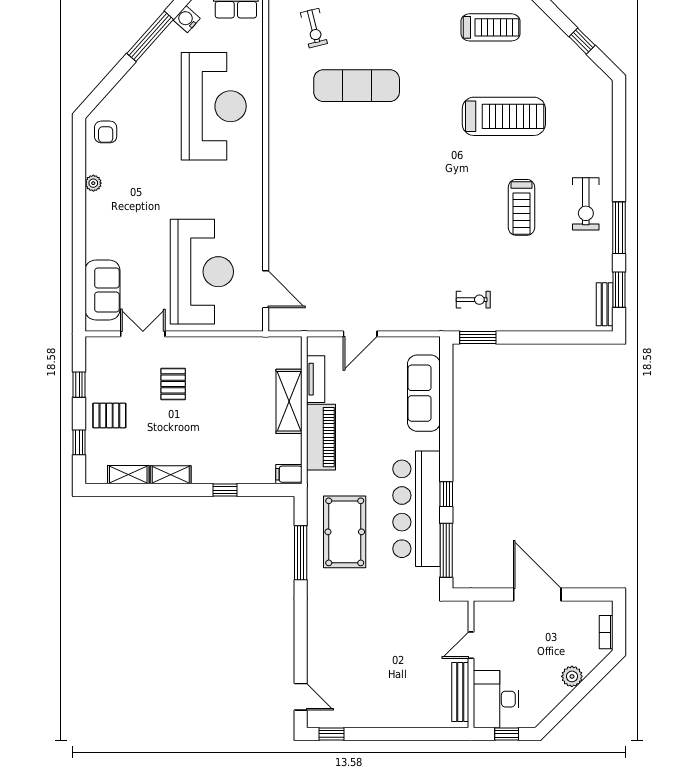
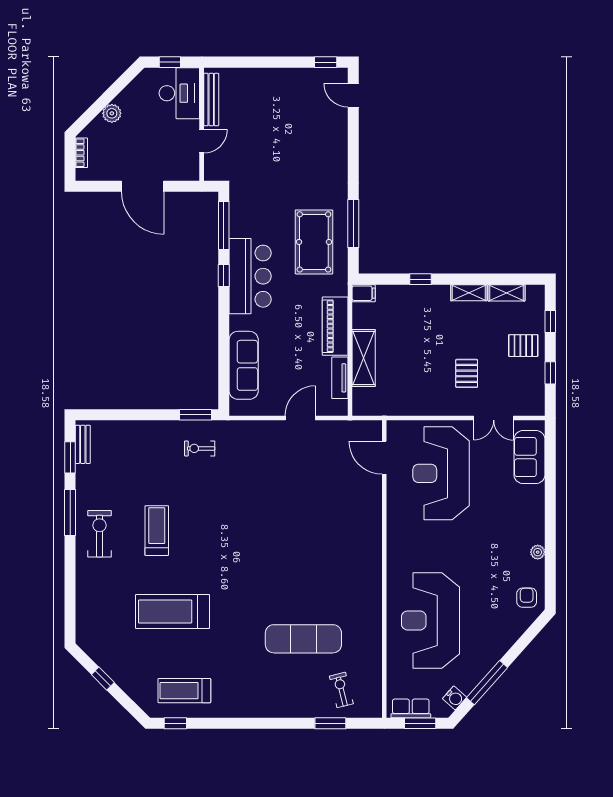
bar counter: (417, 509) -> (250, 276), width x0.73

